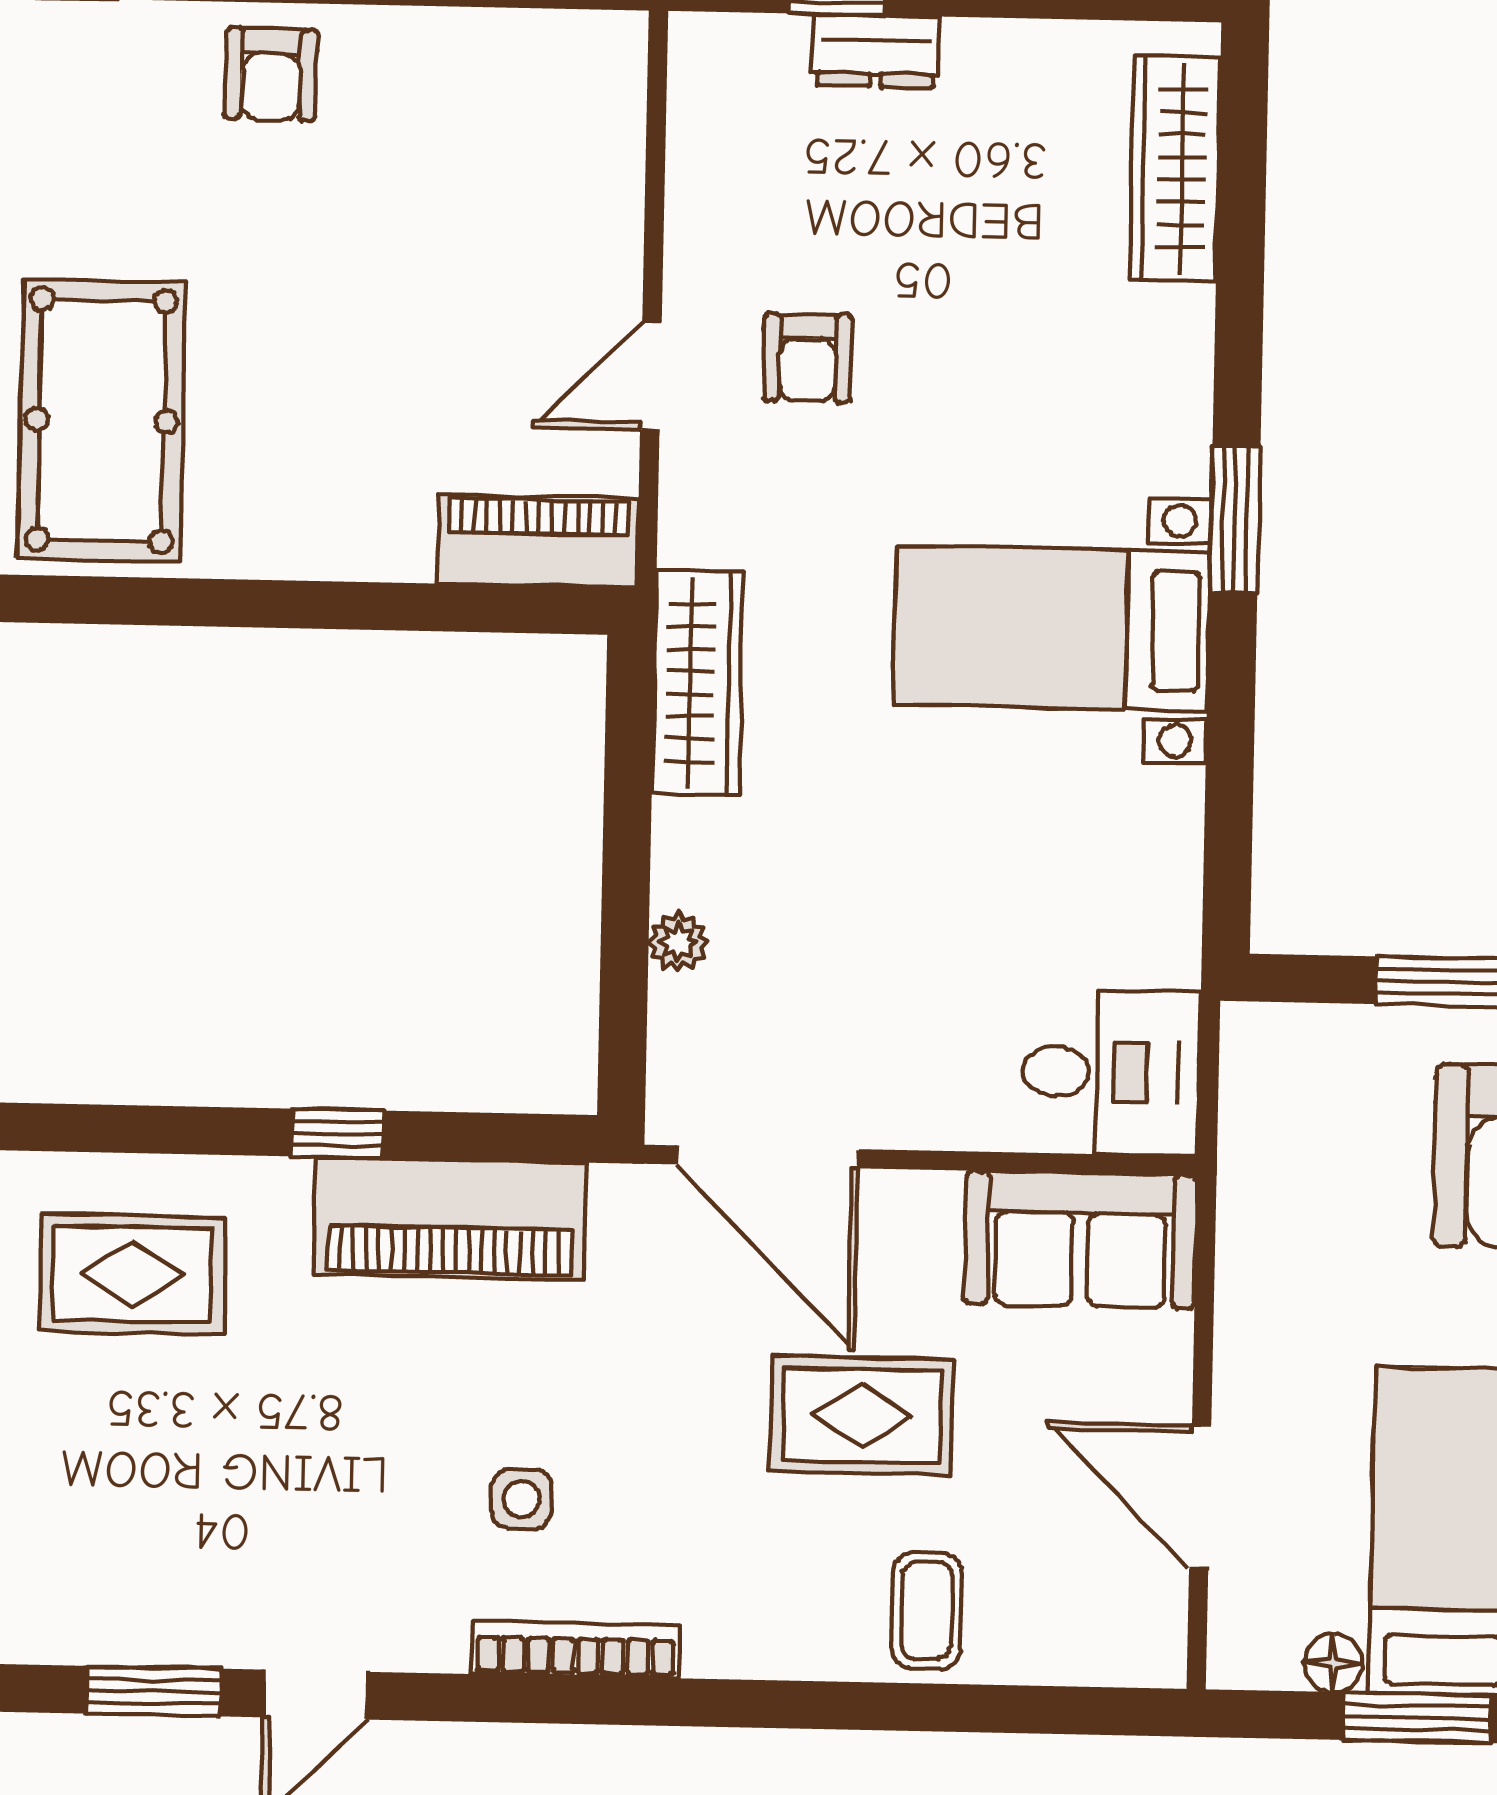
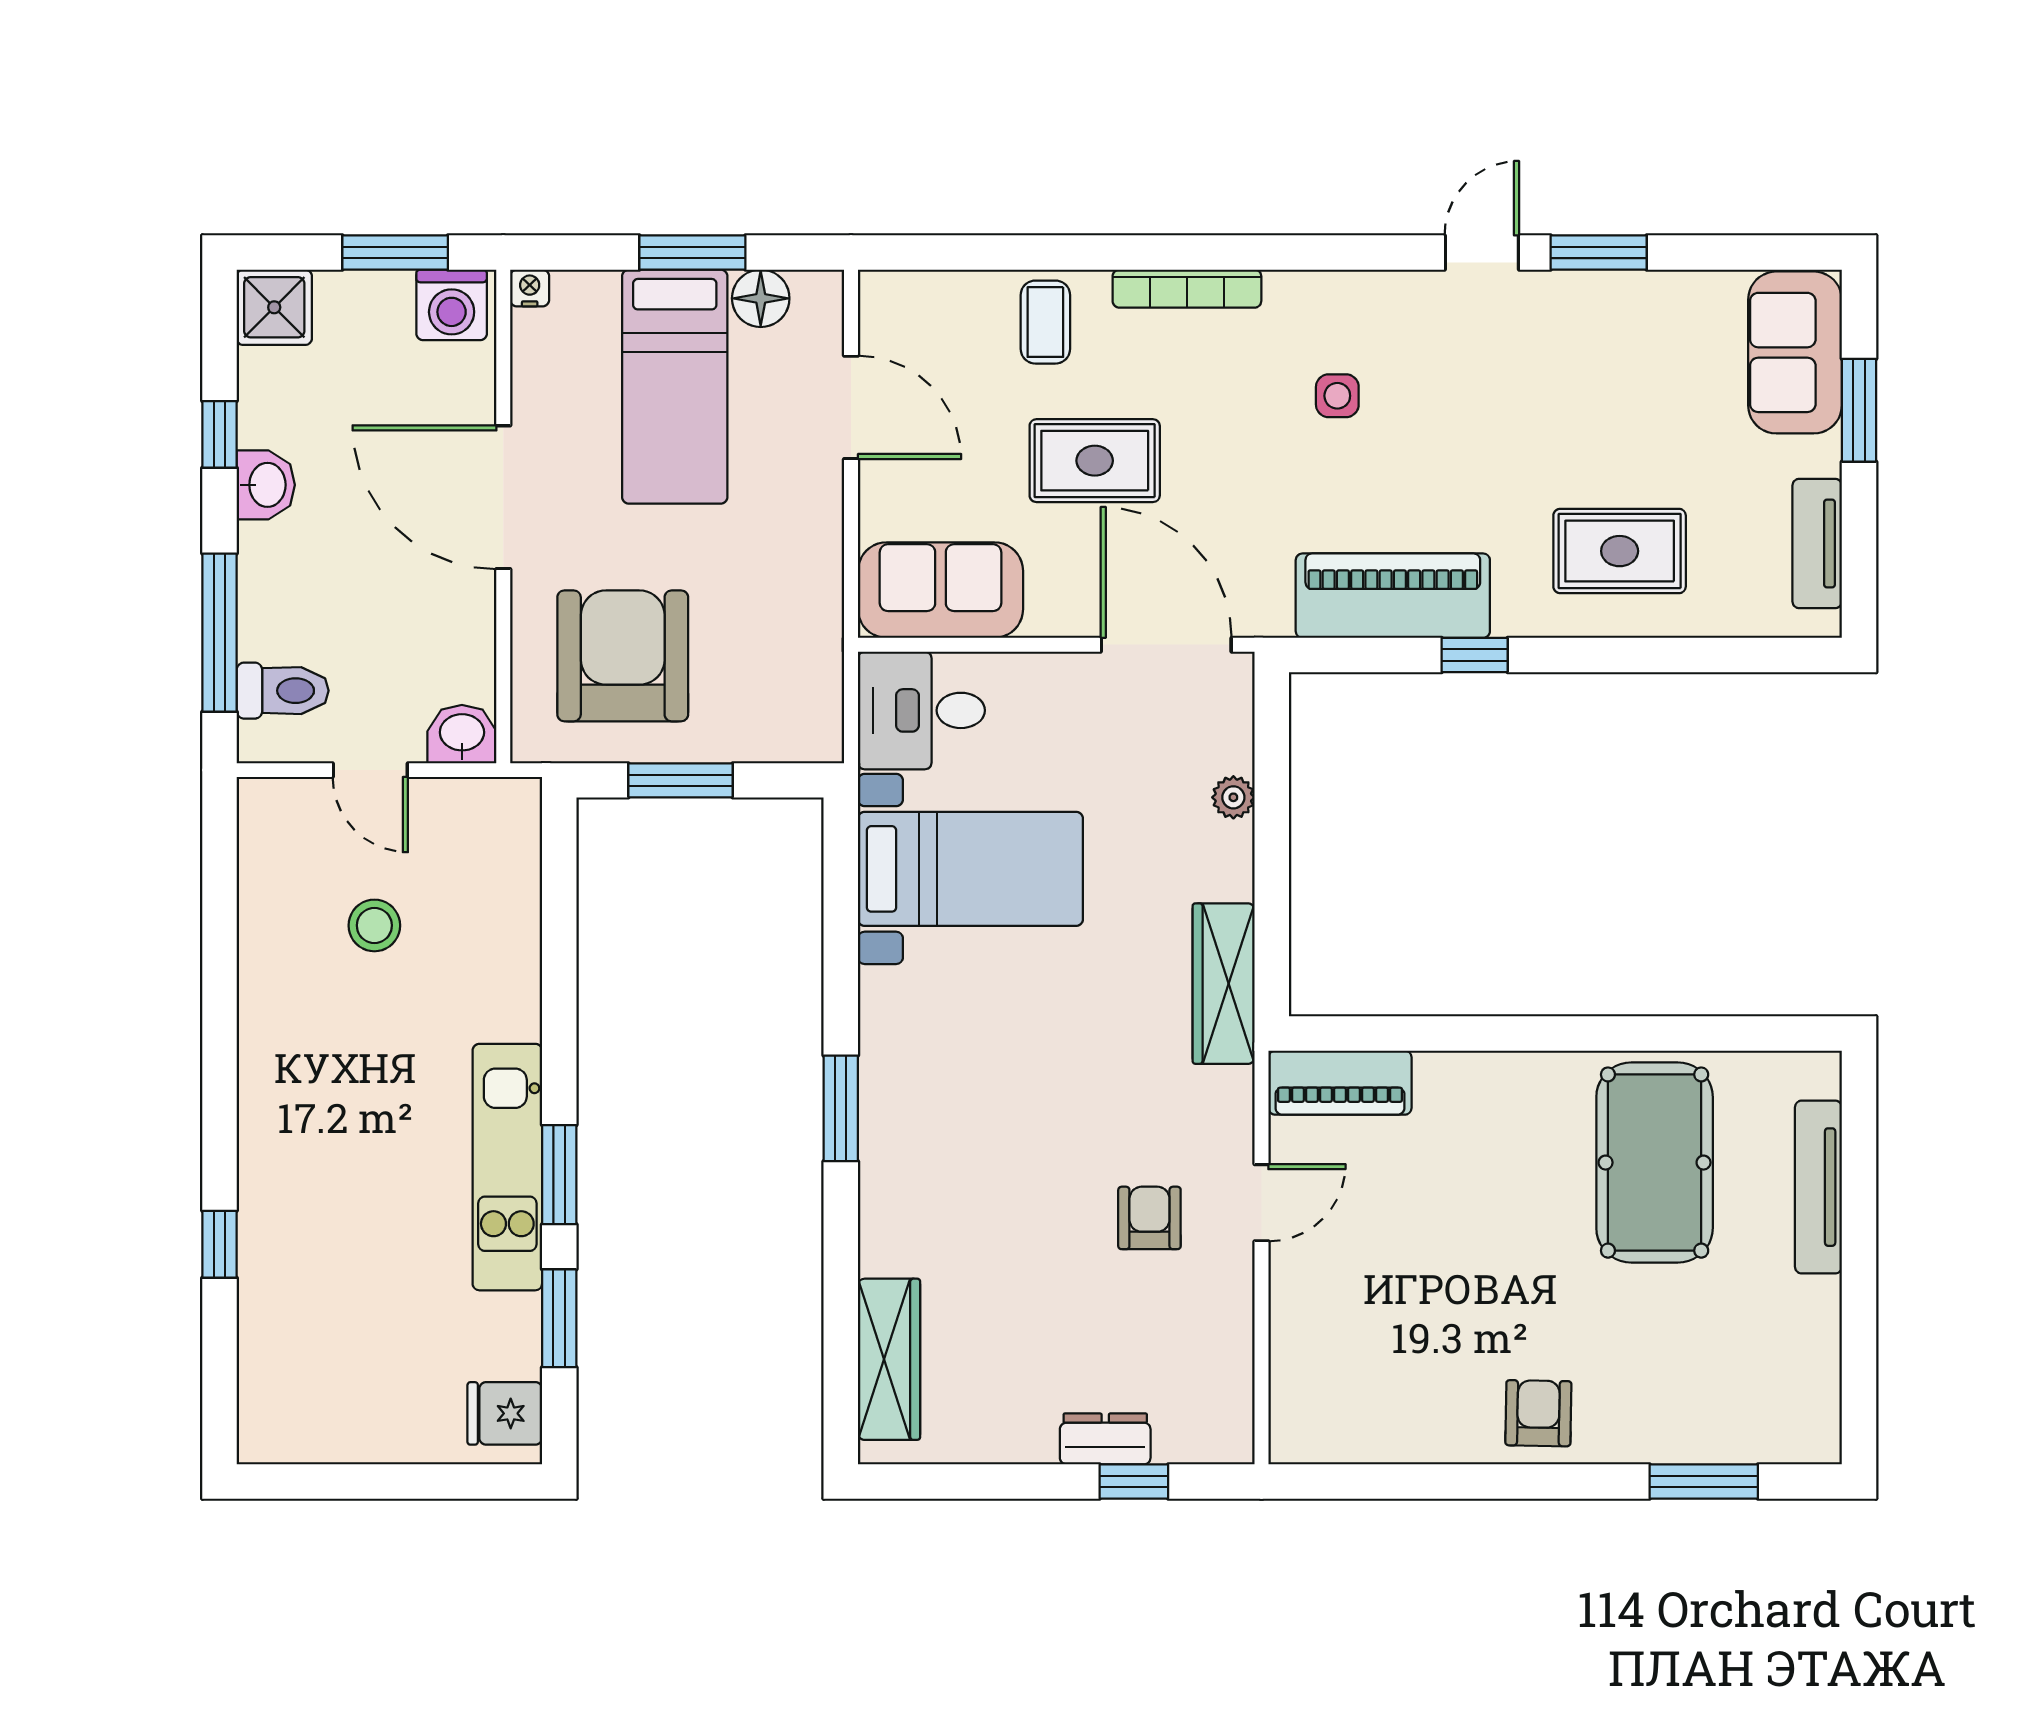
bed with nightstands: (1052, 628) -> (970, 869), moved
bookcase: (576, 1650) -> (1187, 289), moved
floor lamp: (1333, 1663) -> (761, 298), width x1.37, depth x1.37

